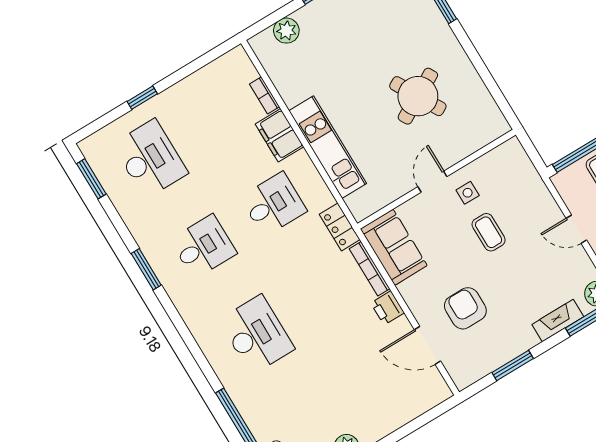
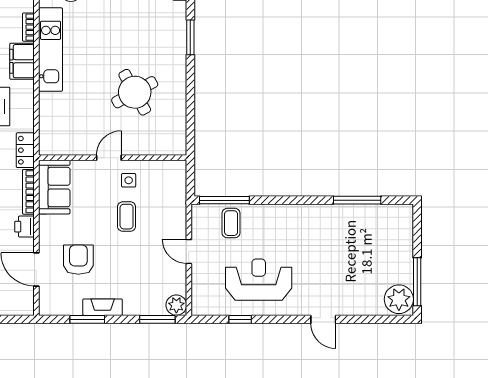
kitchen unit: (328, 147) -> (51, 50), moved
fireplace: (558, 321) -> (103, 307), moved

